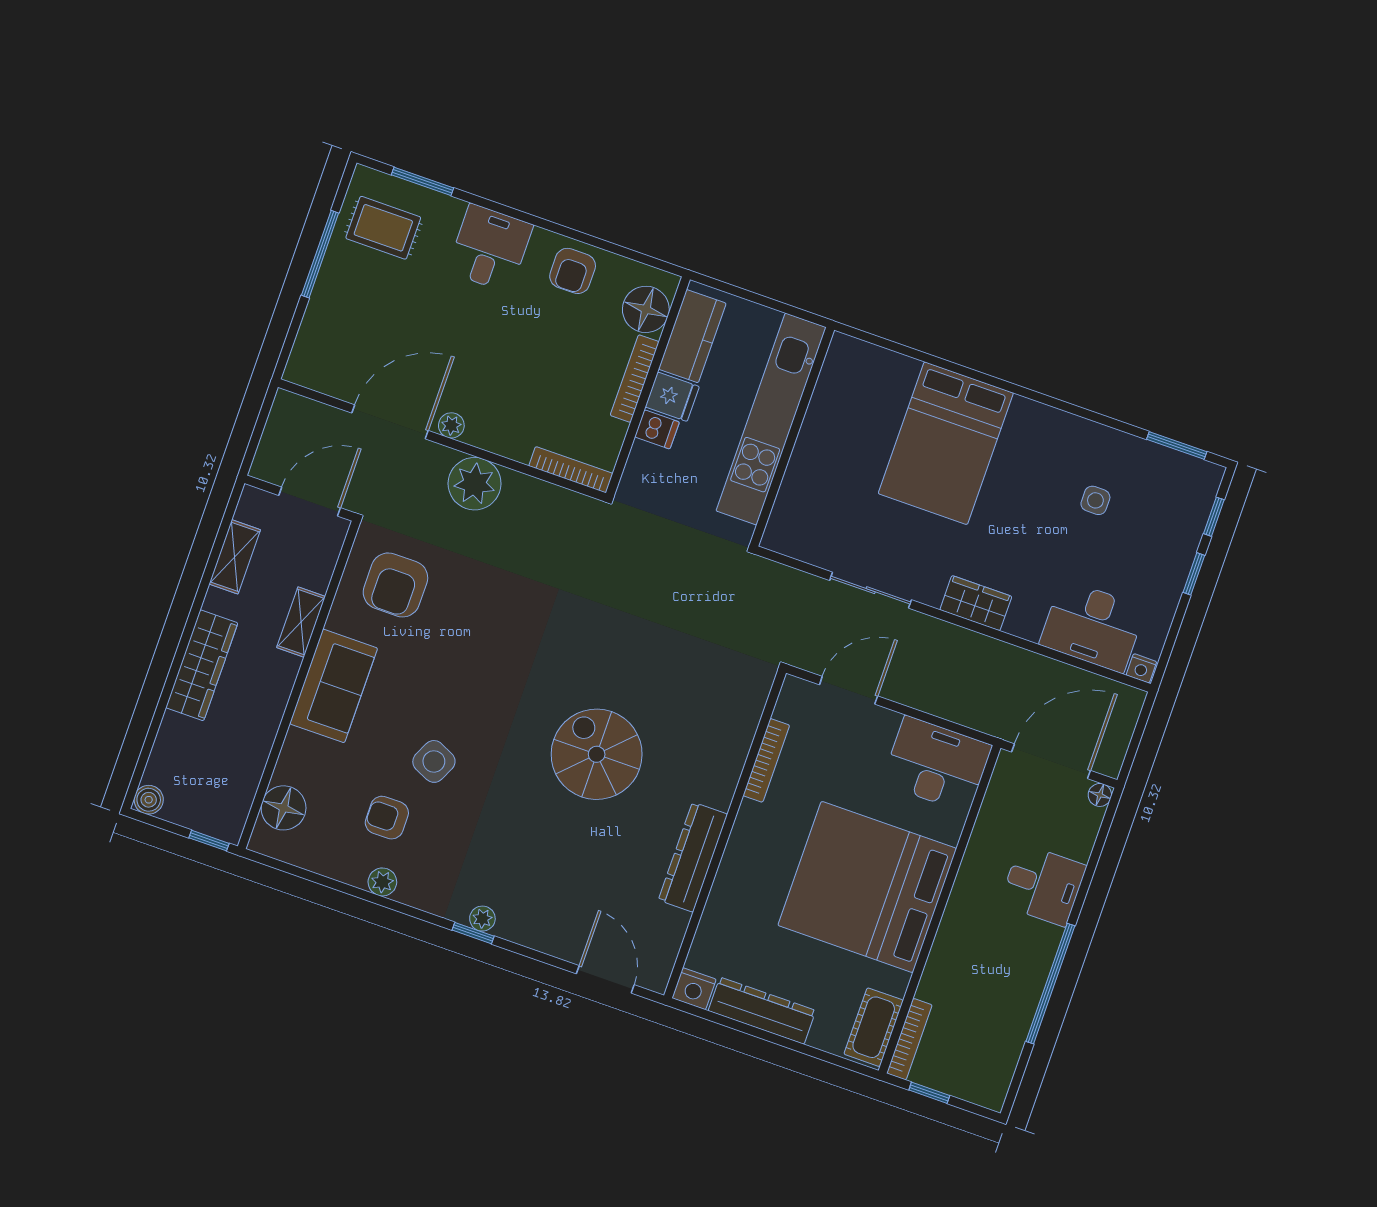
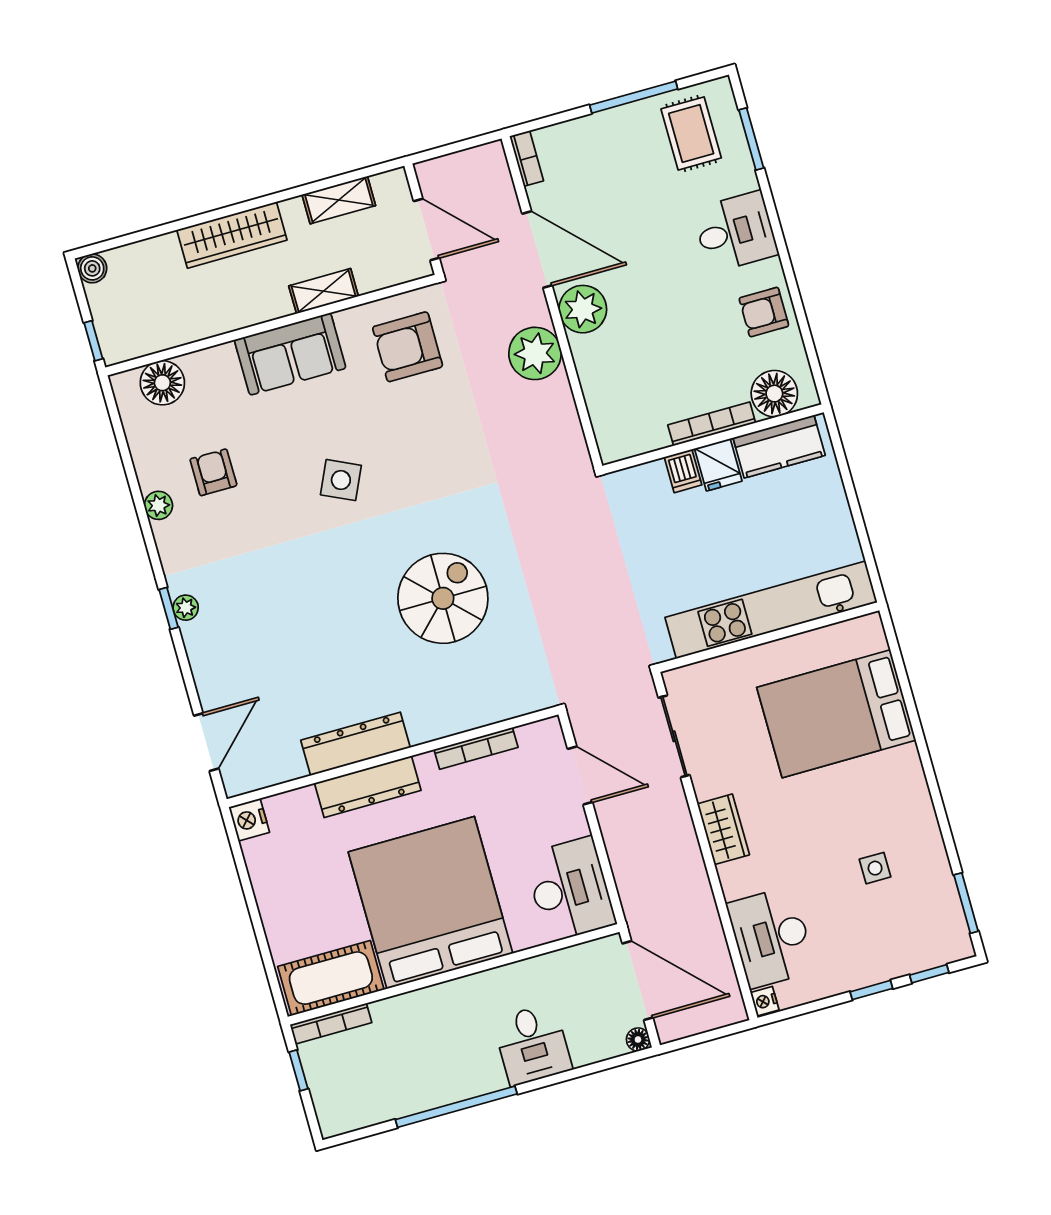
kitchen unit: (771, 419) -> (771, 610), moved
plant: (451, 425) -> (583, 309), width x1.88, depth x1.88
wall: (792, 437) -> (769, 637), moved
bookcase: (571, 470) -> (527, 158), moved, width x0.64
spiral stairs: (597, 754) -> (443, 598), moved
side table: (434, 761) -> (341, 480), moved
dresser: (762, 1011) -> (368, 787), moved, turned 90
cot: (874, 1027) -> (331, 978), width x1.37, depth x1.34

